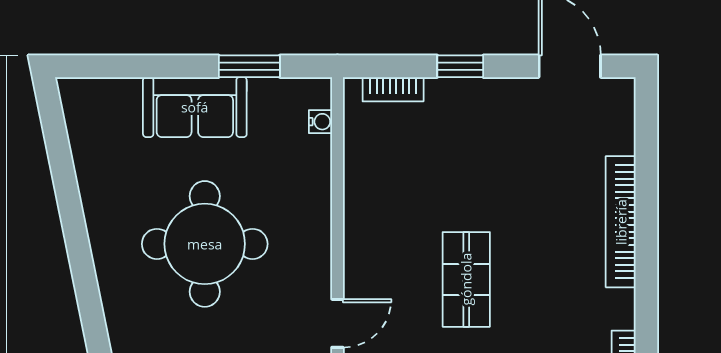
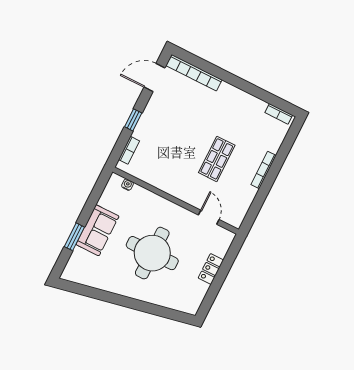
window: (249, 66) -> (74, 237), moved
bookcase: (621, 222) -> (194, 73), moved
shop shelf: (466, 279) -> (217, 159), turned 90

